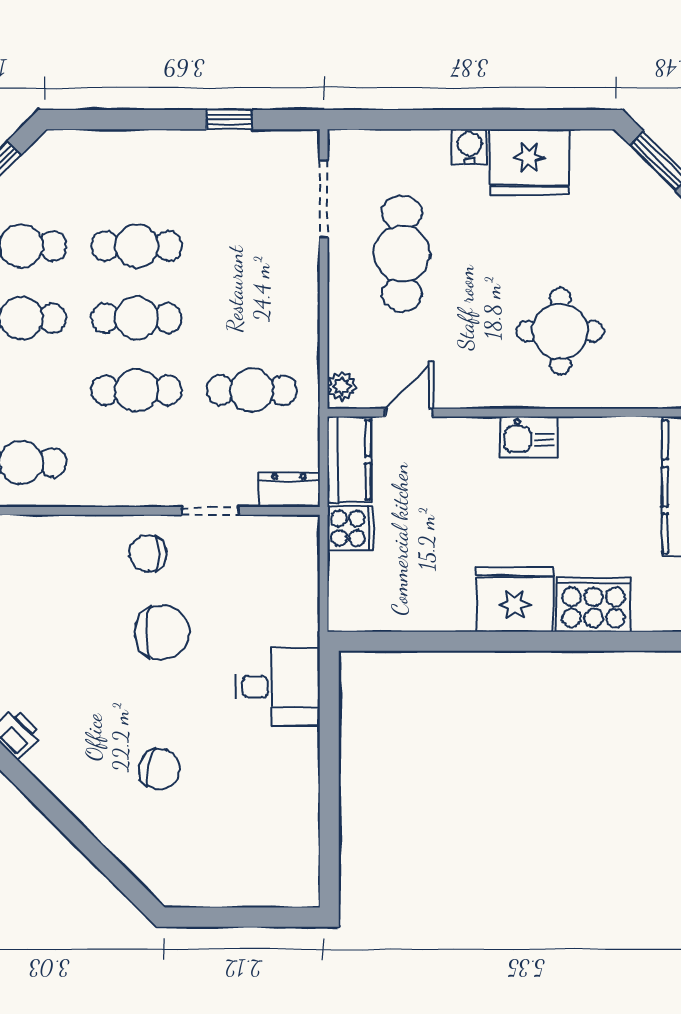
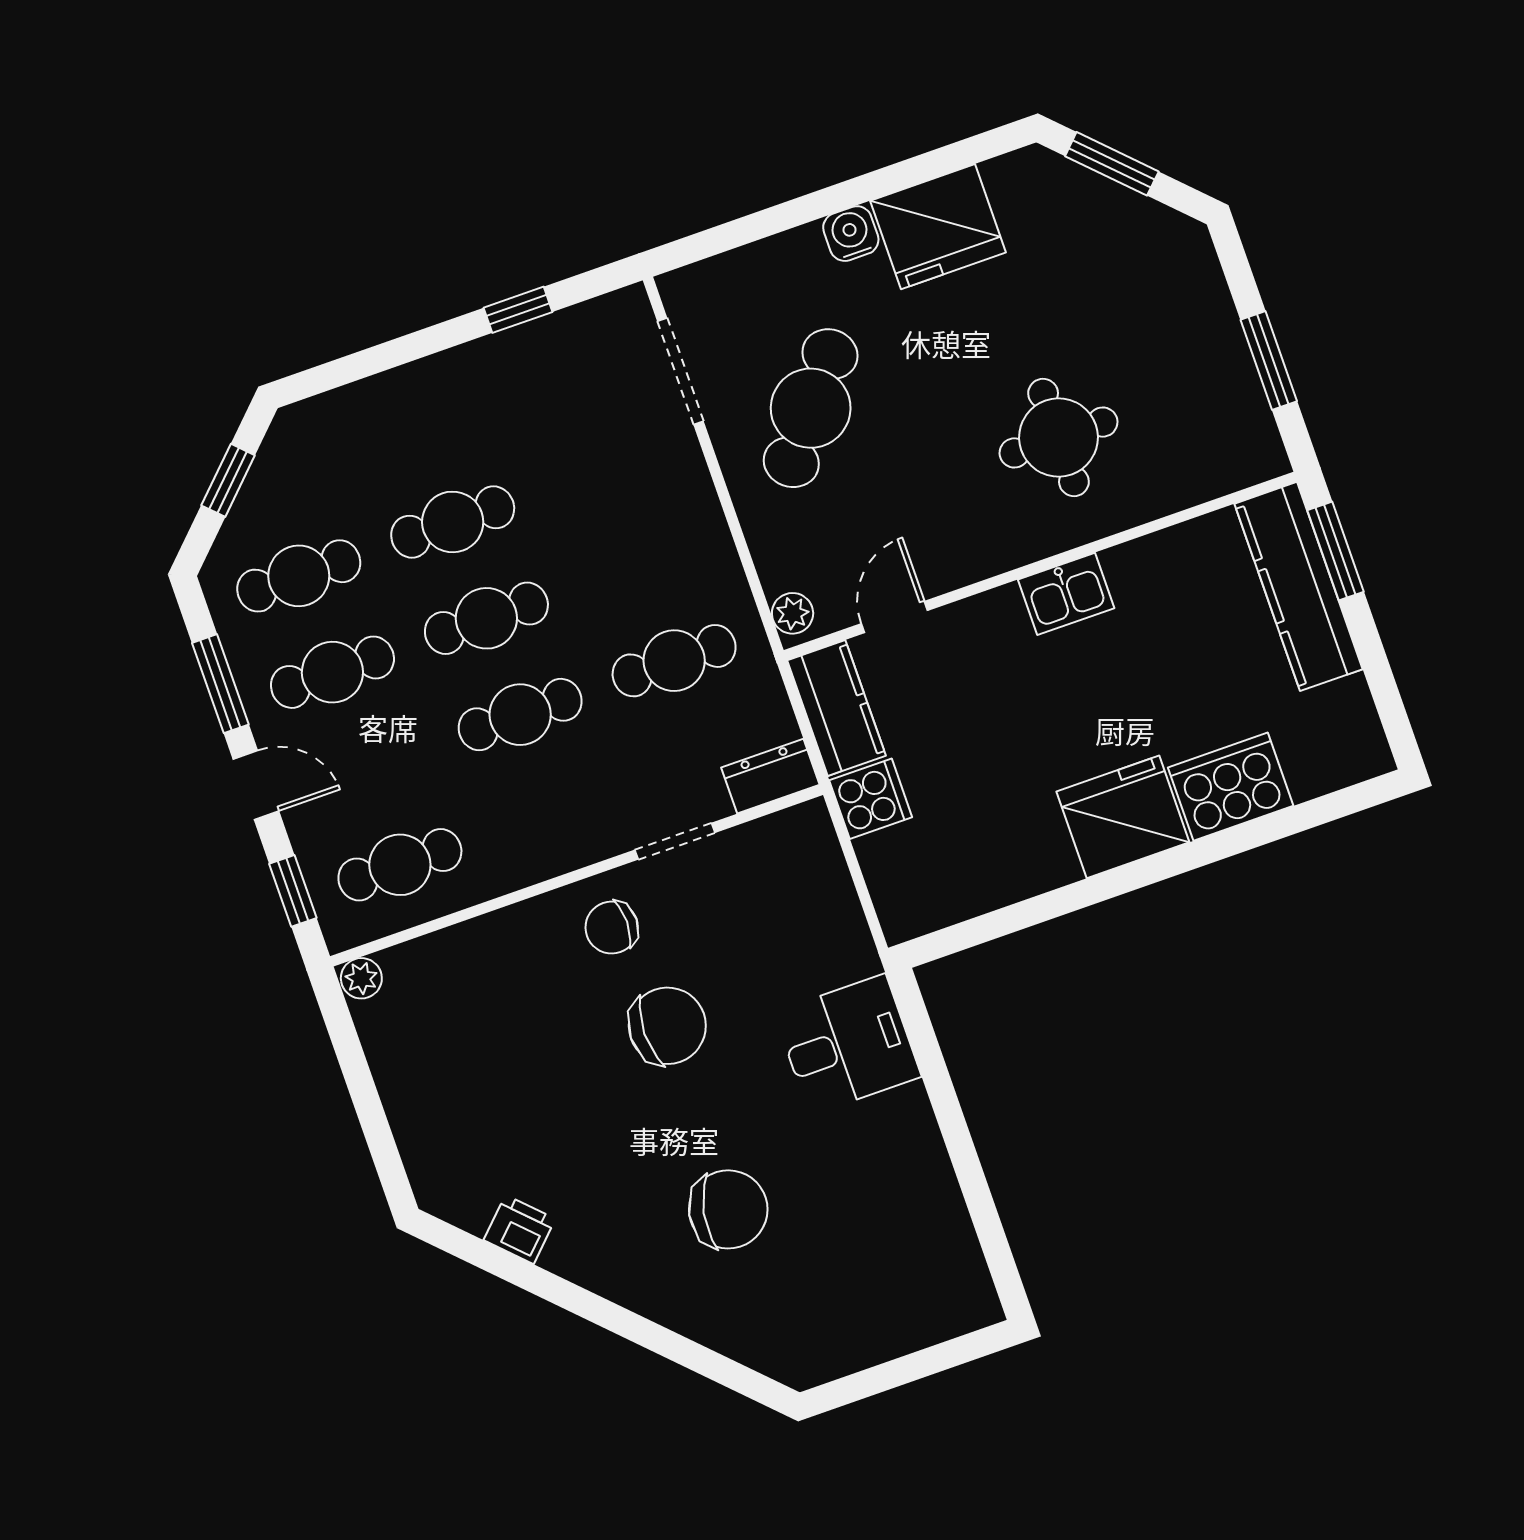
cafe table: (402, 254) -> (811, 408), turned 39
chair: (160, 769) -> (728, 1209), width x1.37, depth x1.37

